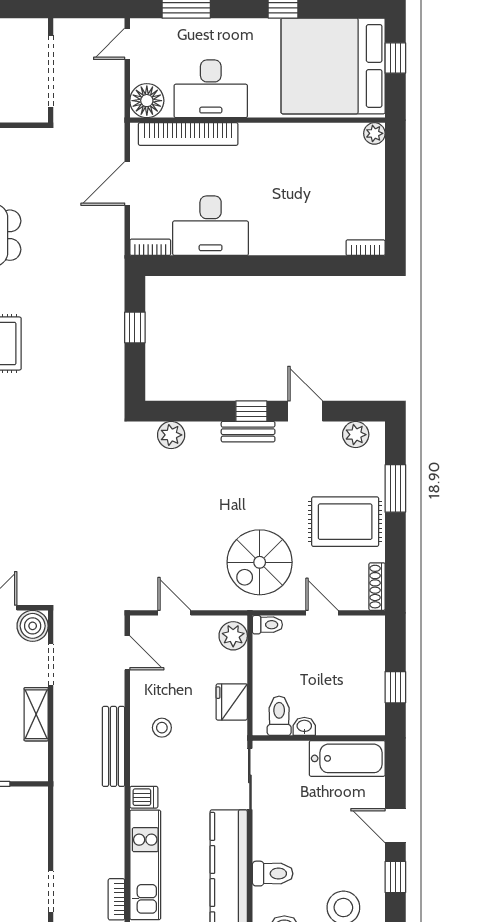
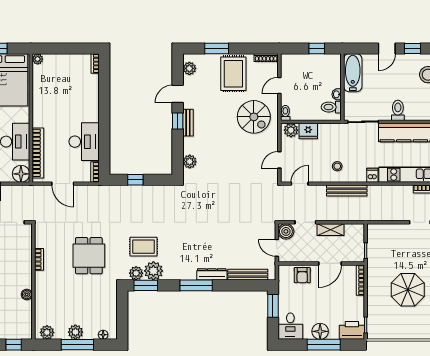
fridge: (232, 702) -> (308, 131), moved
toilet: (273, 874) -> (398, 110), moved

